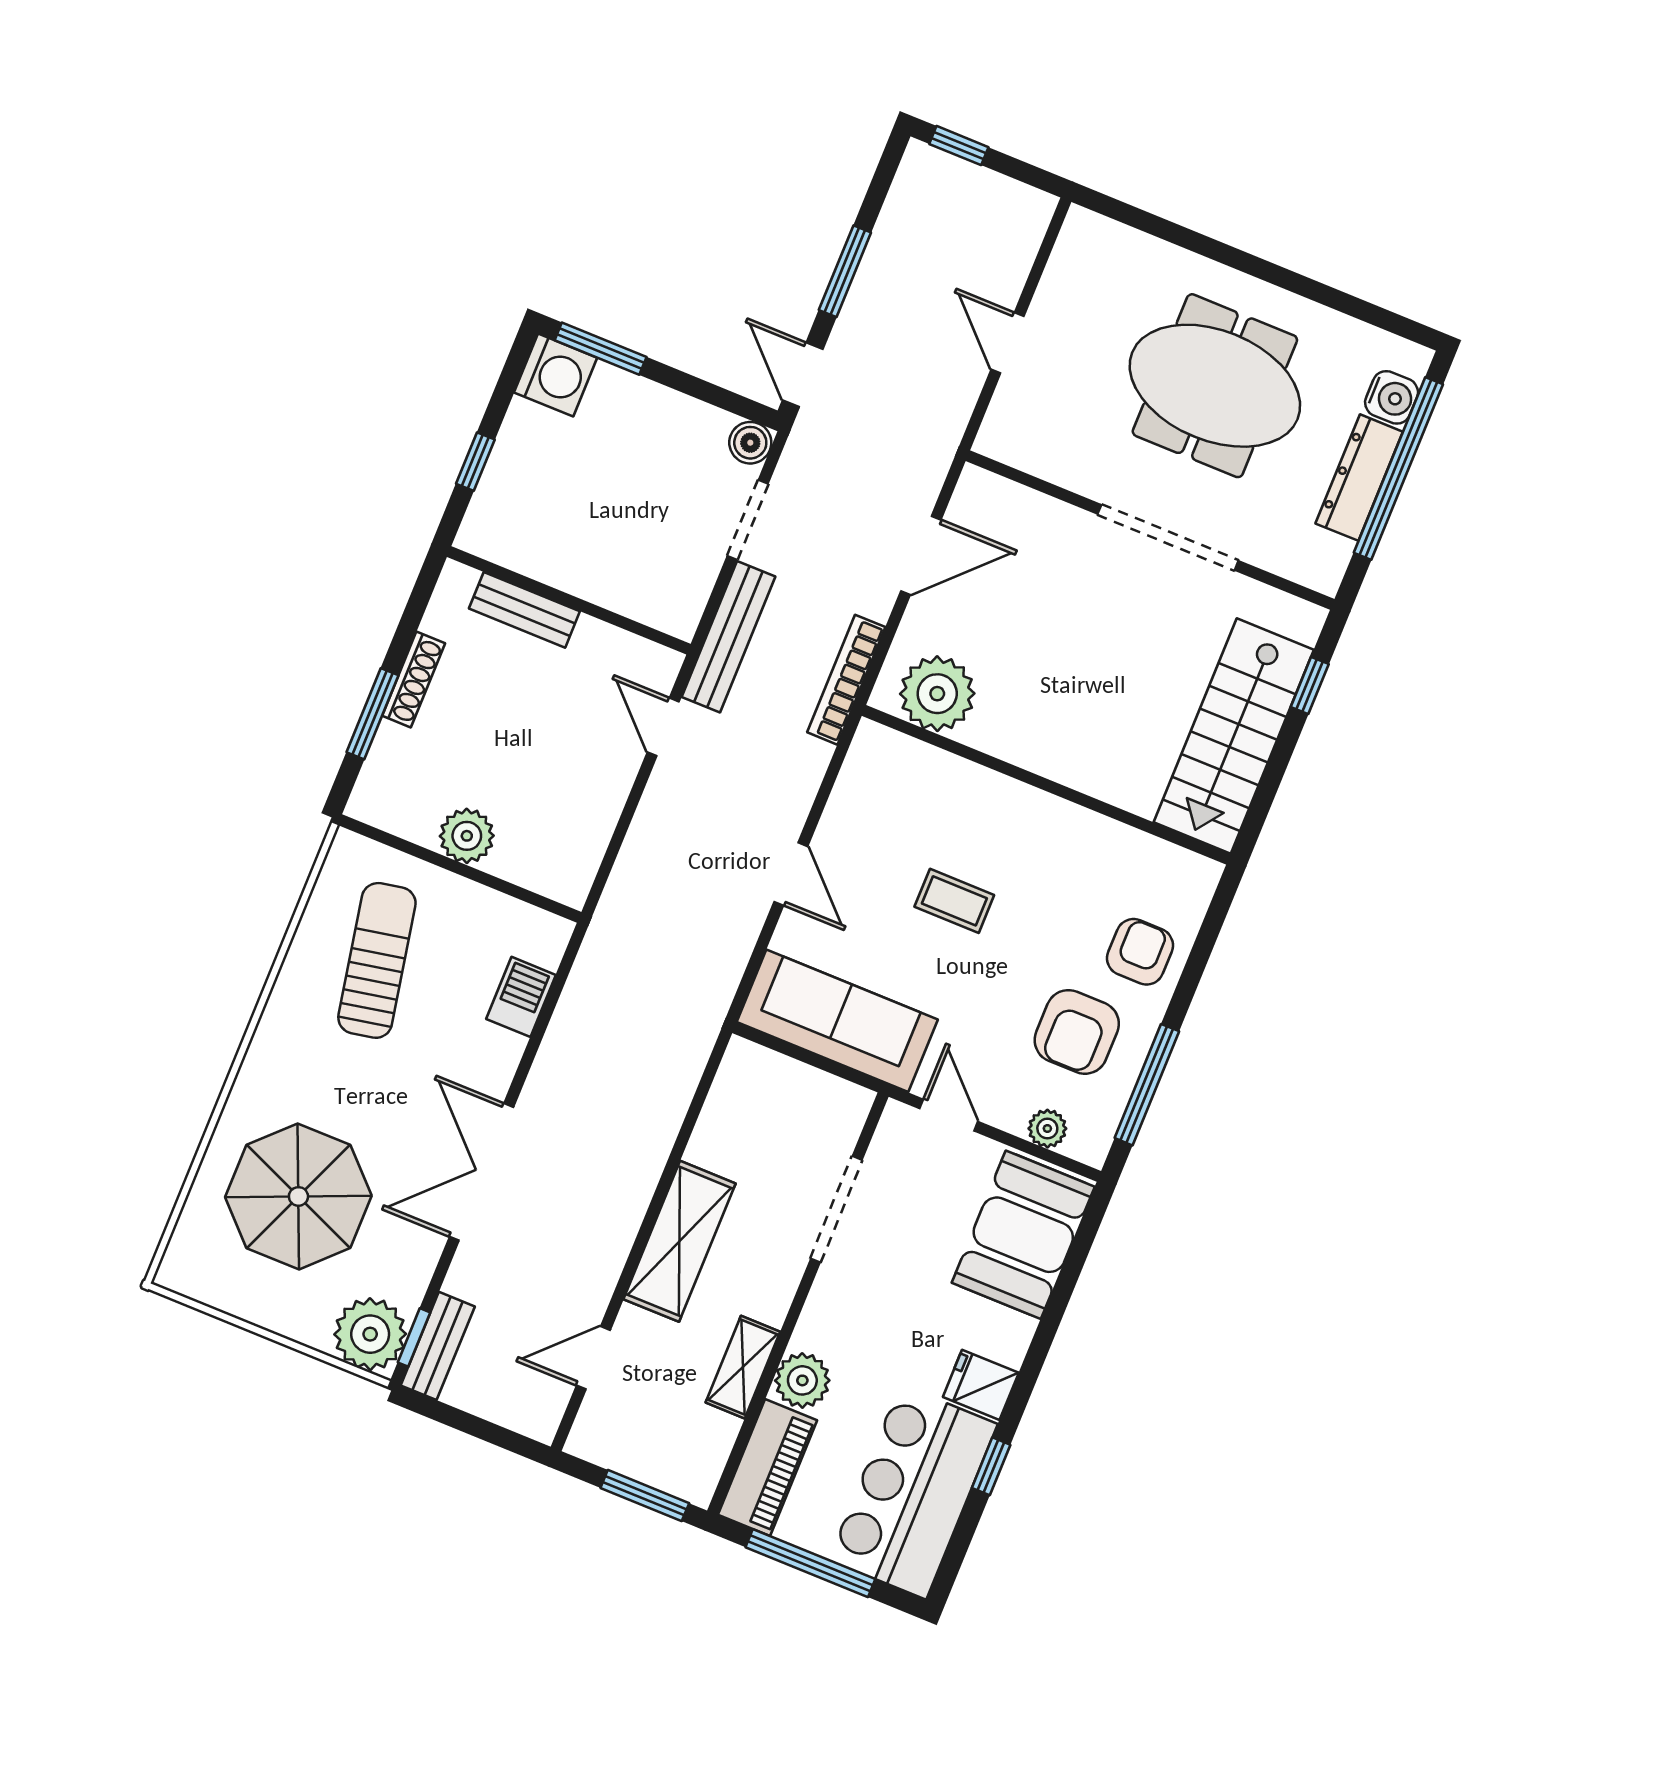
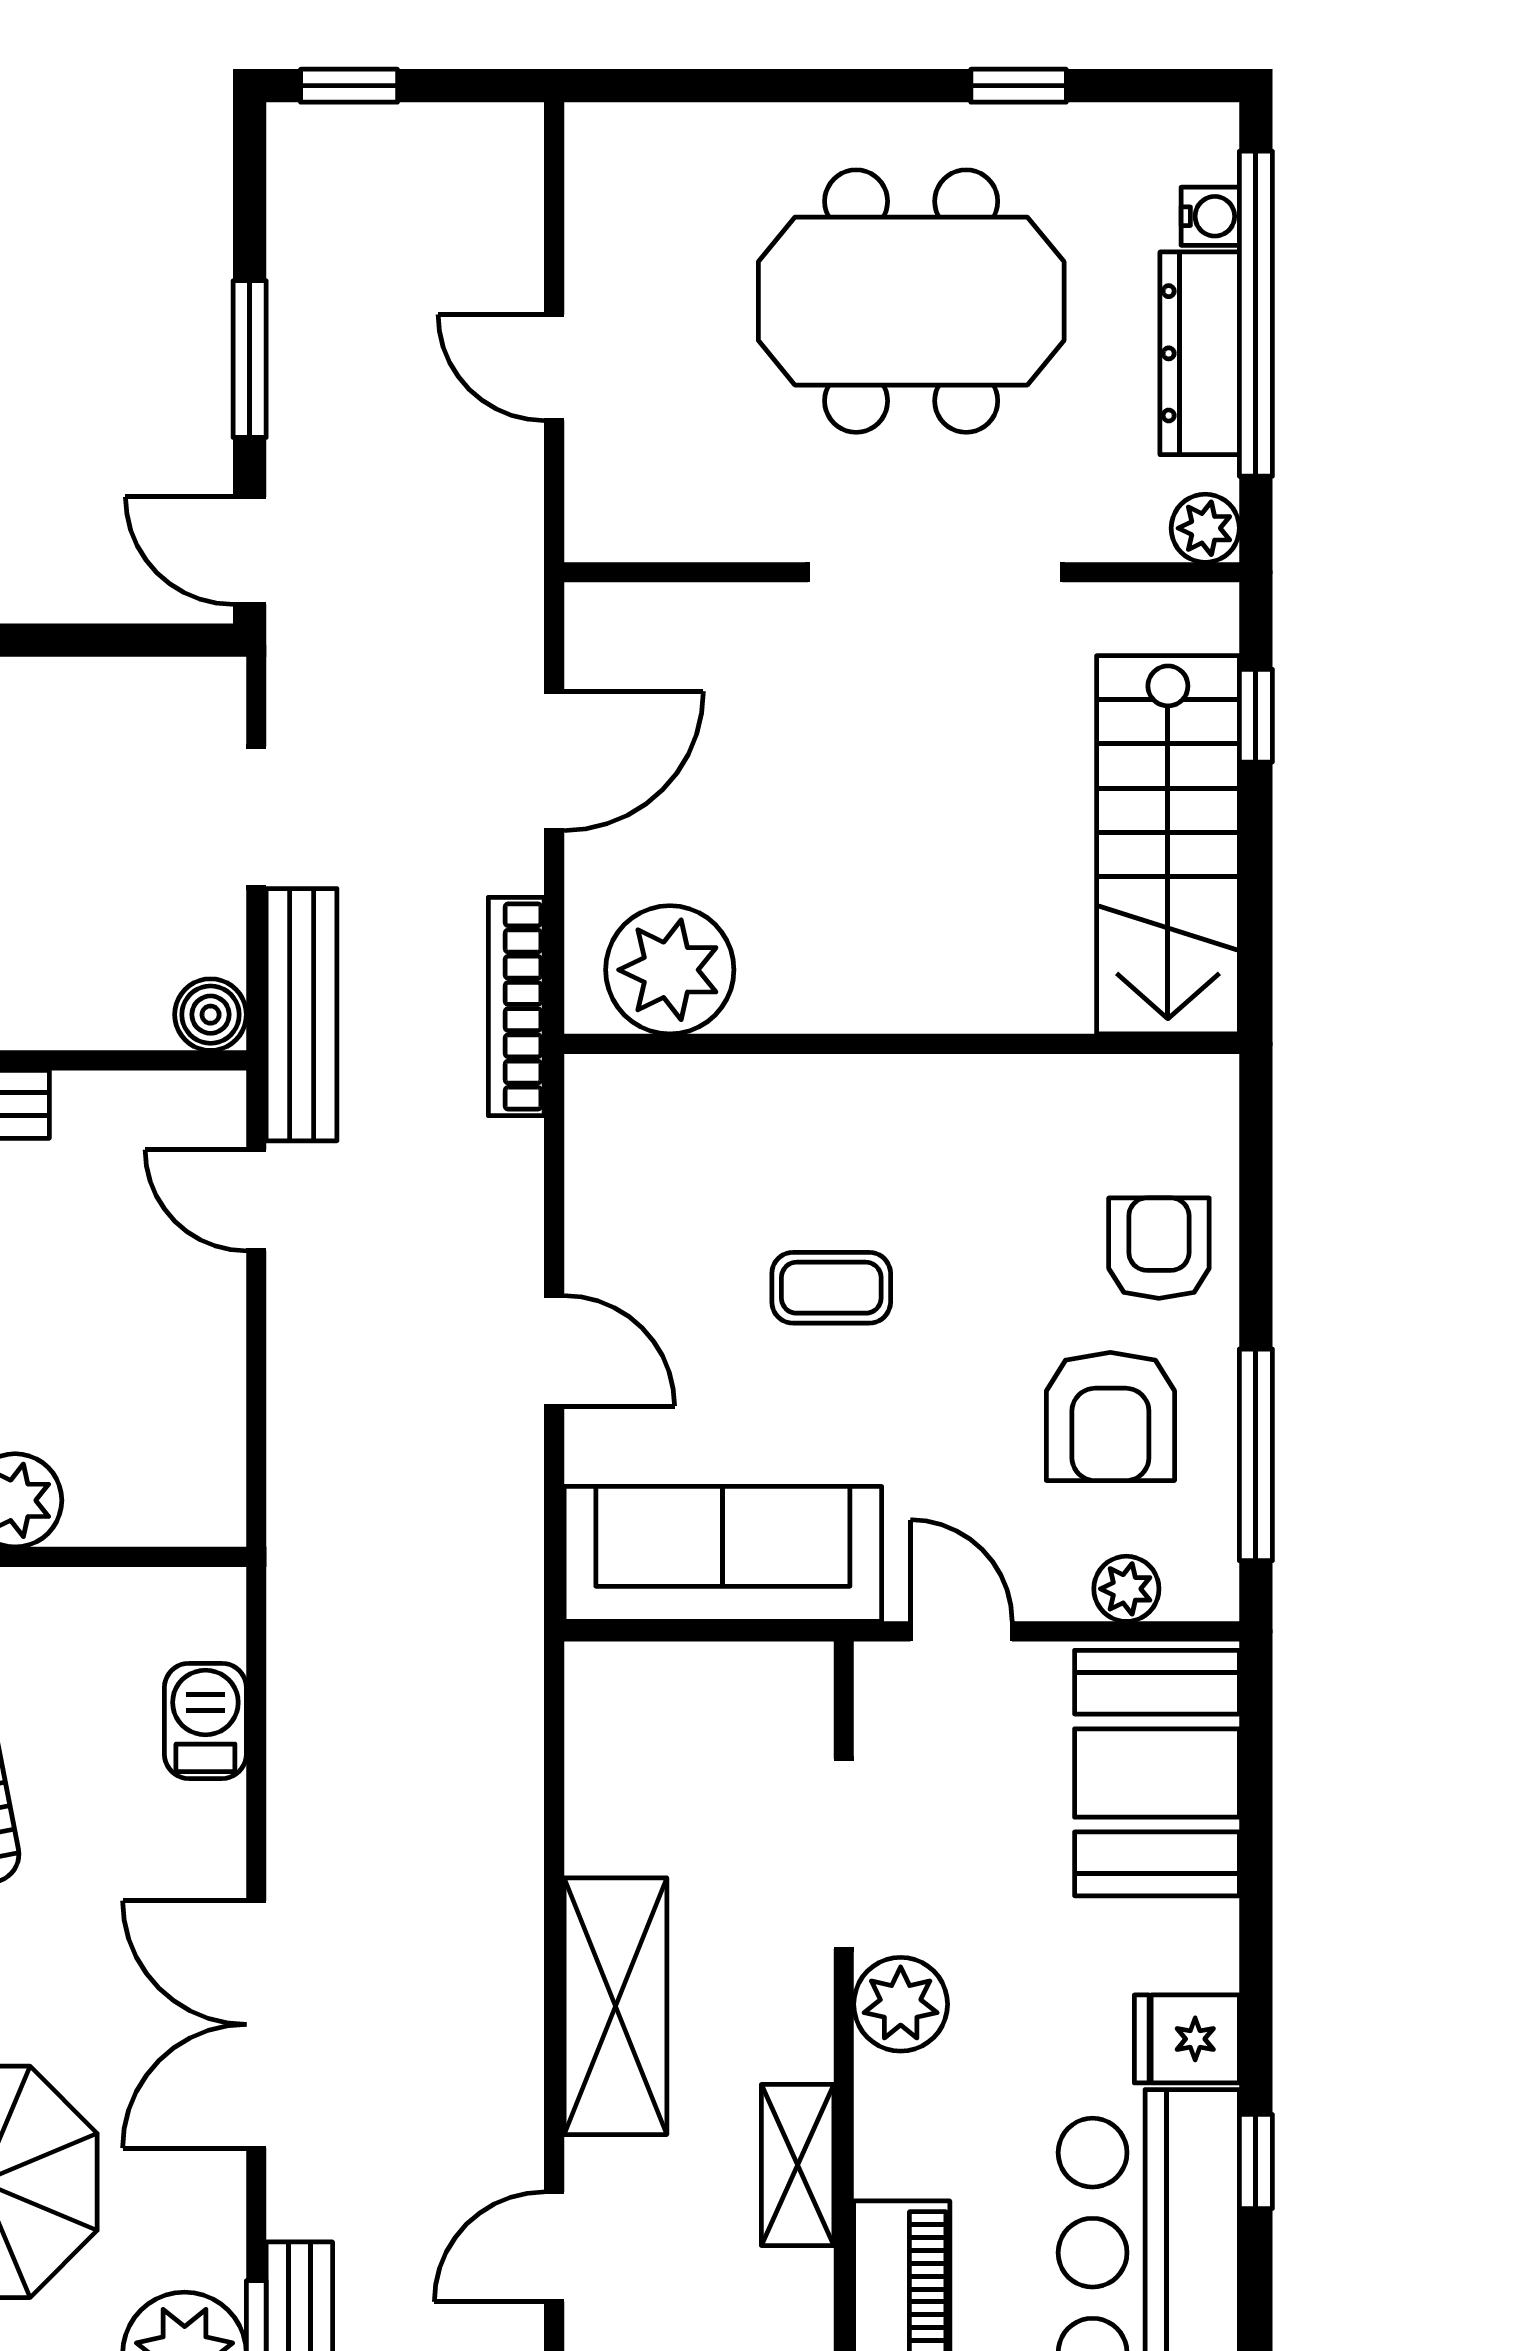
window: (1320, 293) -> (1019, 86), added
water cooler: (1392, 397) -> (1210, 216), width x0.72, depth x0.72
boiler: (750, 443) -> (211, 1015), moved
plant: (1324, 573) -> (1205, 528), added
plant: (802, 1380) -> (901, 2004), moved

